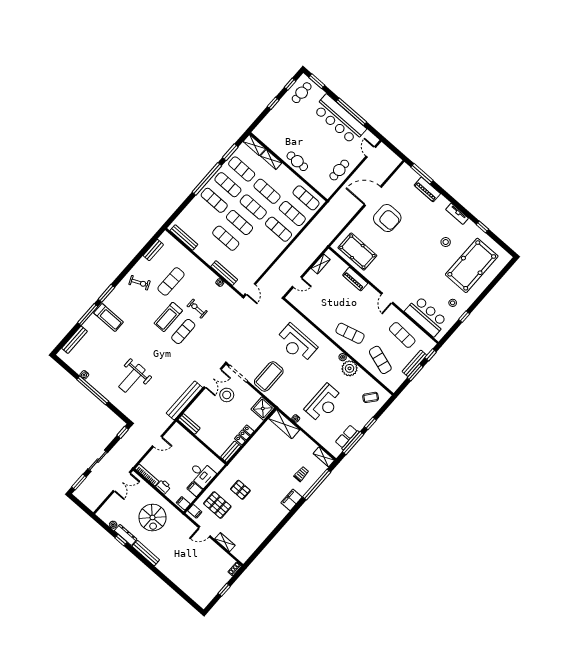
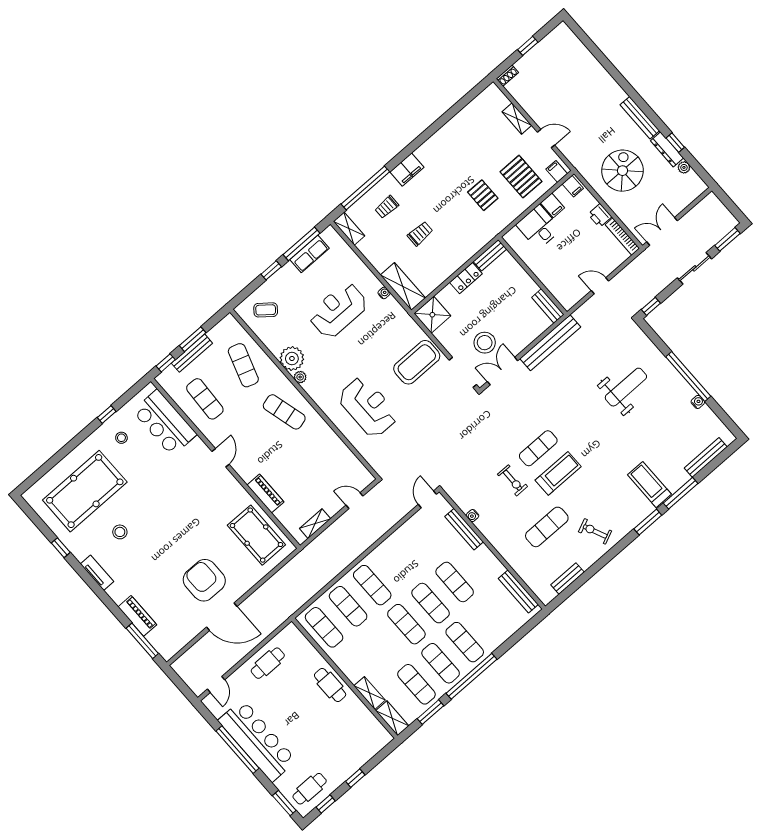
exercise mat: (267, 191) -> (382, 645), removed
trolley: (278, 460) -> (420, 234), added

